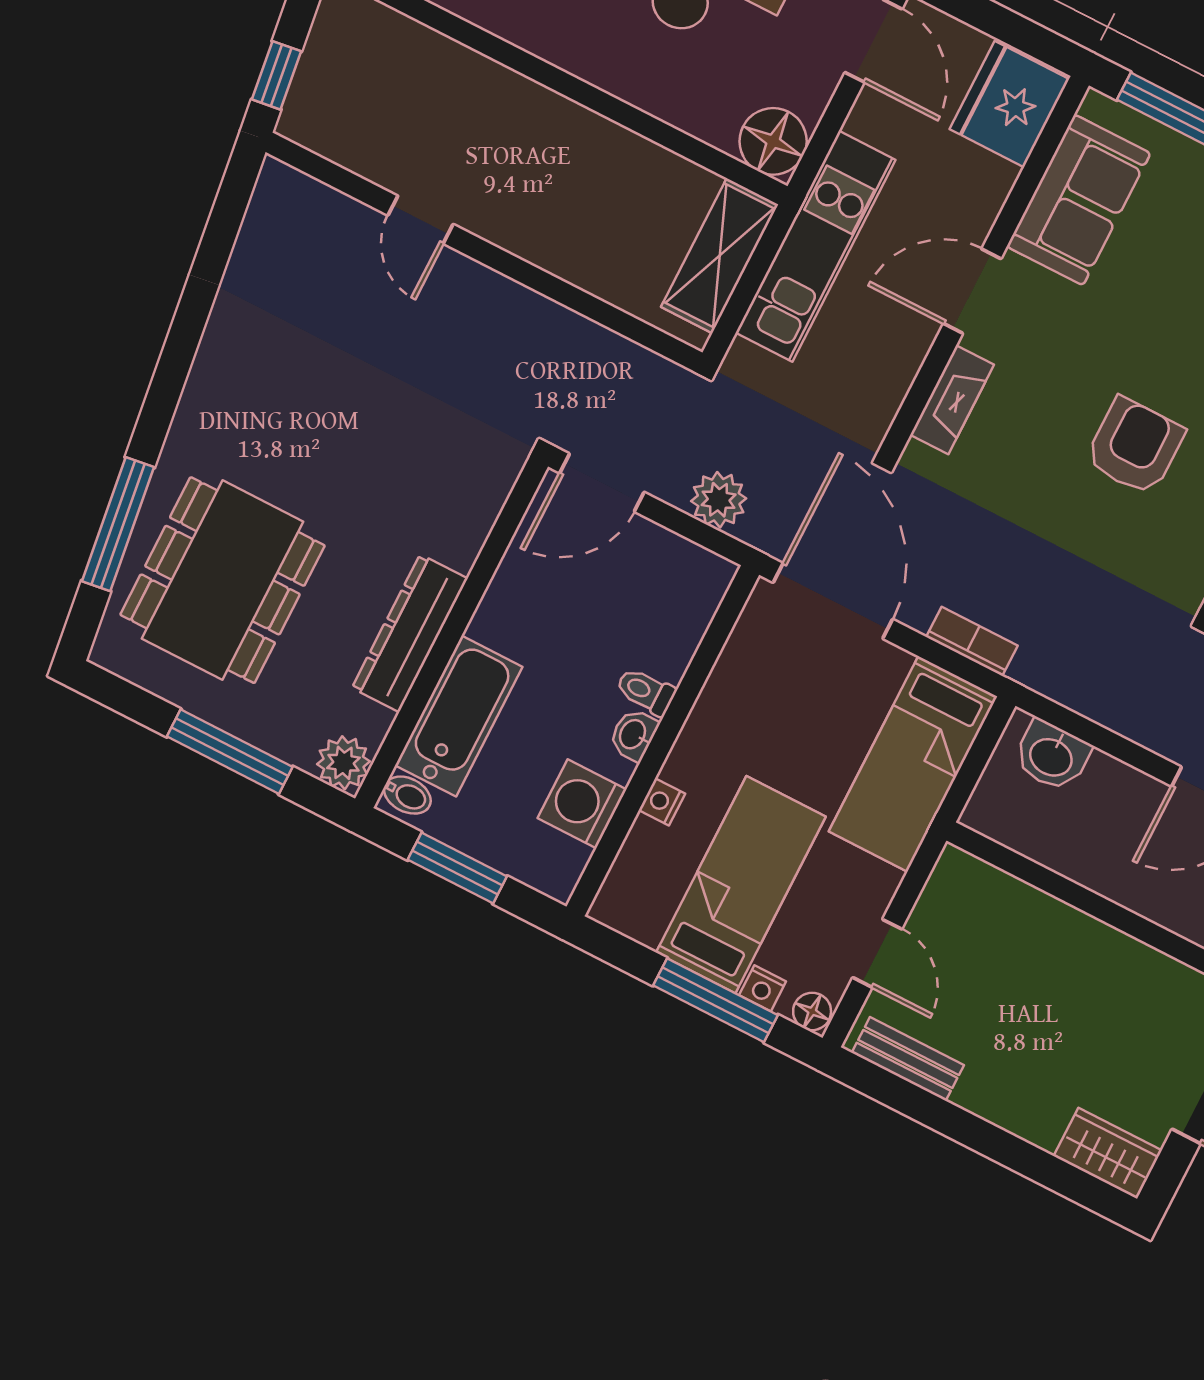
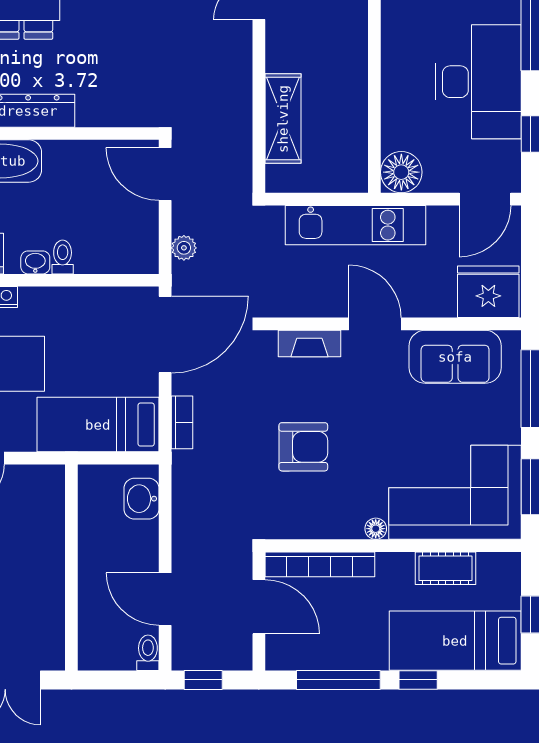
shelving: (720, 256) -> (283, 119), moved, turned 90
armchair: (1135, 446) -> (303, 447), moved
plant: (719, 500) -> (184, 248), width x0.73, depth x0.73

